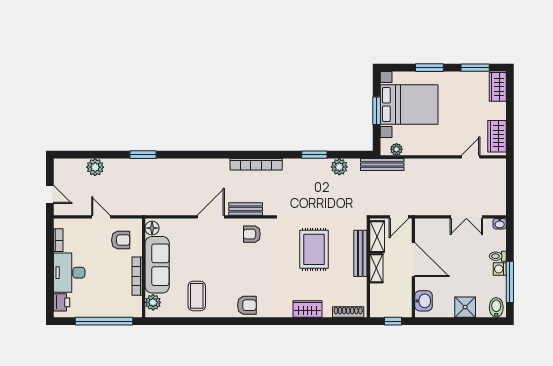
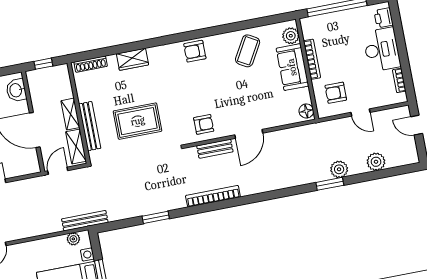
plant: (339, 167) -> (339, 169), moved
rug: (314, 249) -> (138, 121), turned 90
sofa: (157, 265) -> (292, 67), width x0.73
coffee table: (197, 296) -> (248, 51), turned 30

